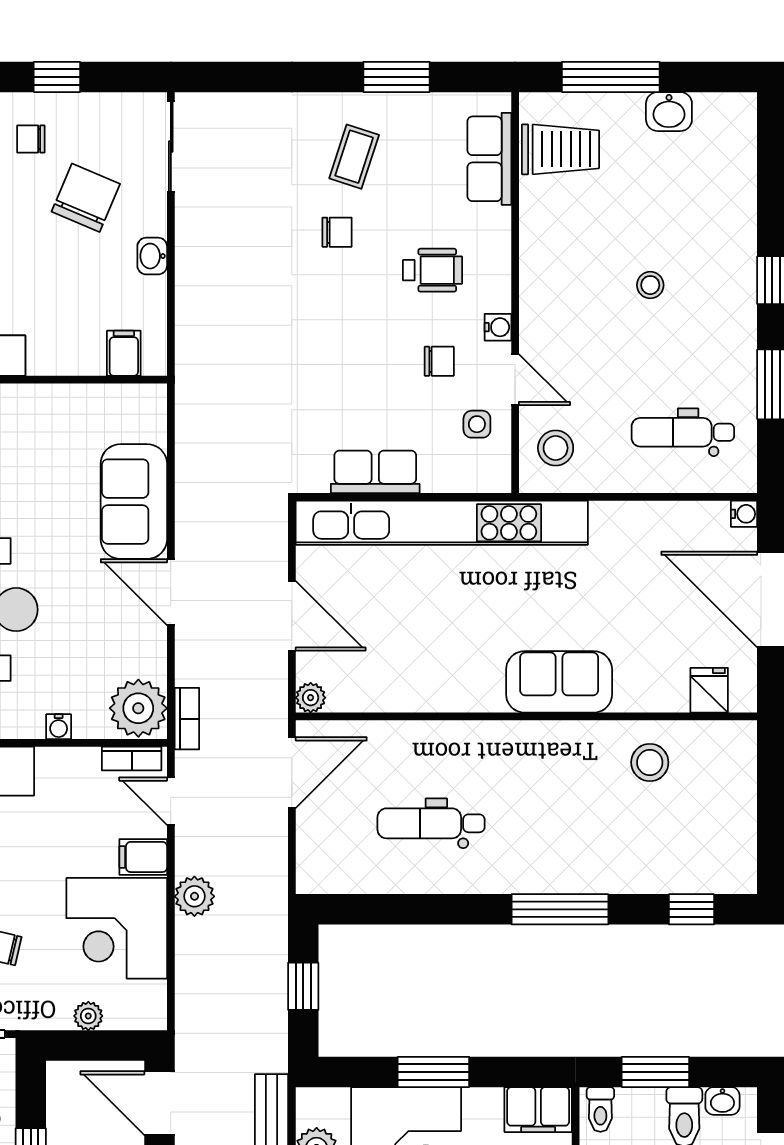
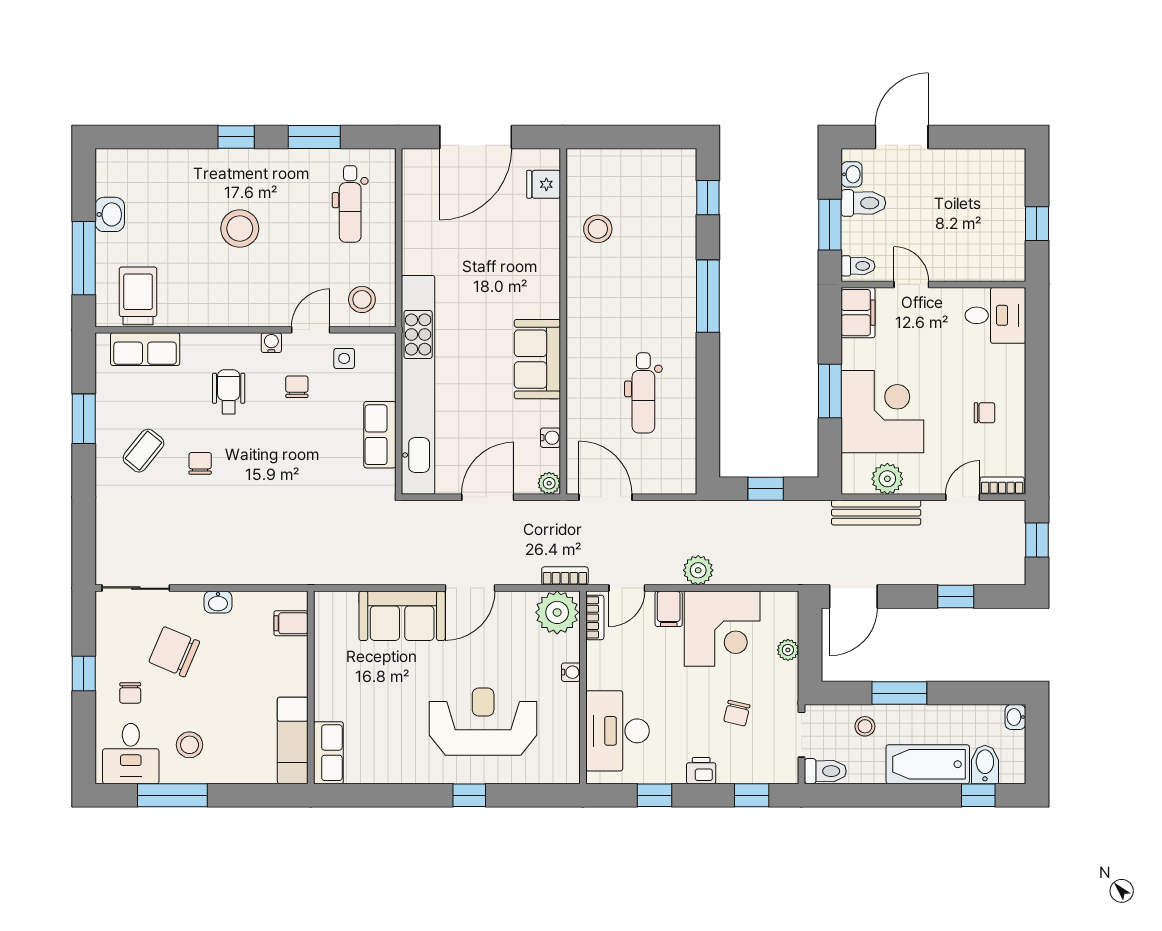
coffee table: (354, 157) -> (143, 451), turned -69
stool: (650, 285) -> (240, 229), width x1.89, depth x1.89
water cooler: (744, 514) -> (550, 438), moved, turned 90
sofa: (559, 682) -> (537, 359), moved

